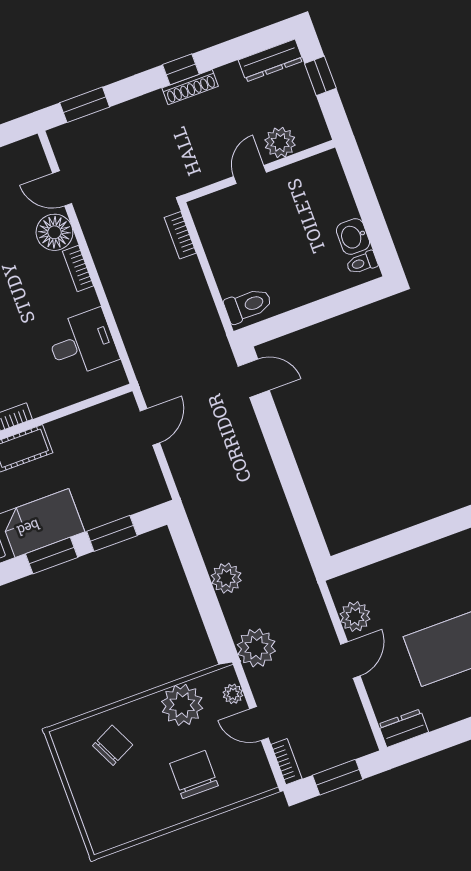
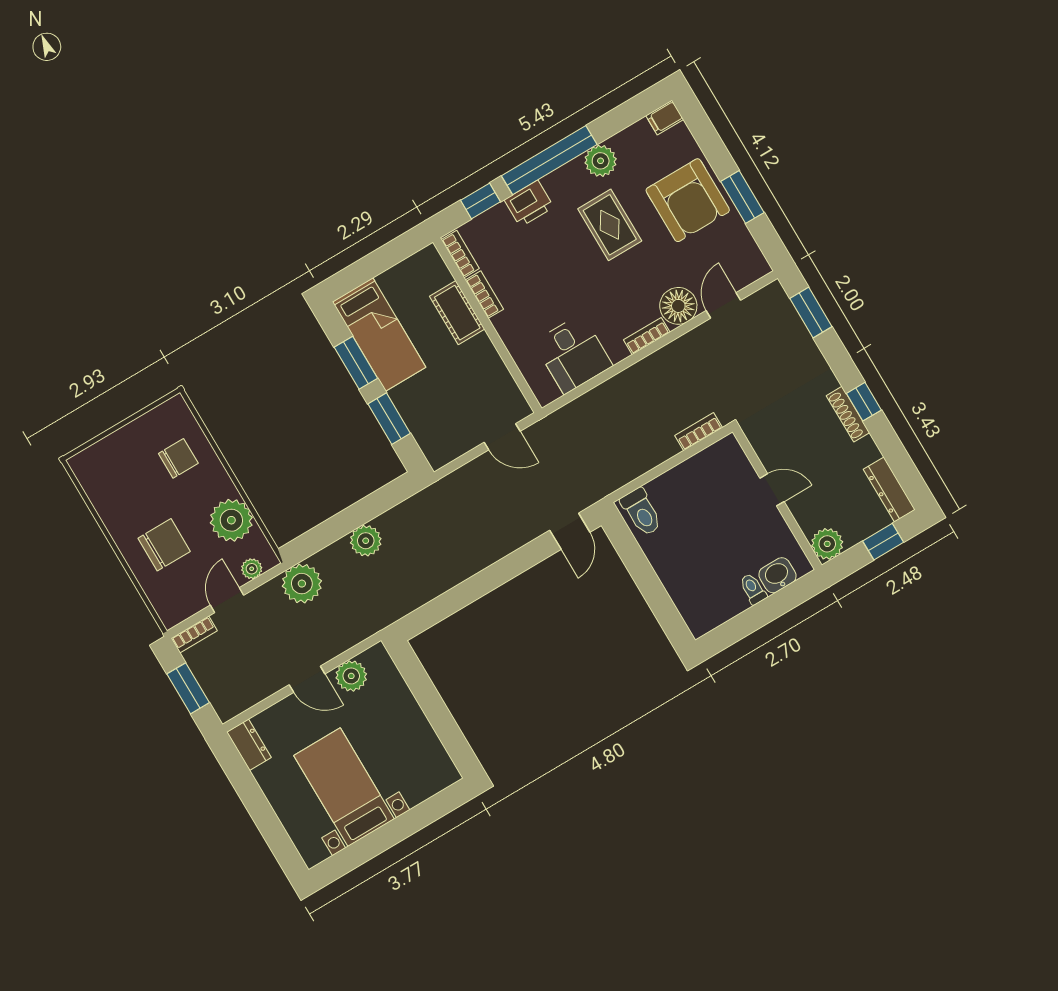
plant: (280, 142) -> (827, 544), moved
washbasin: (353, 236) -> (777, 575), moved
toilet: (362, 263) -> (753, 589), moved
chair: (113, 745) -> (178, 458), turned -64

